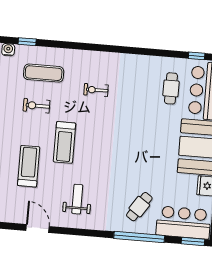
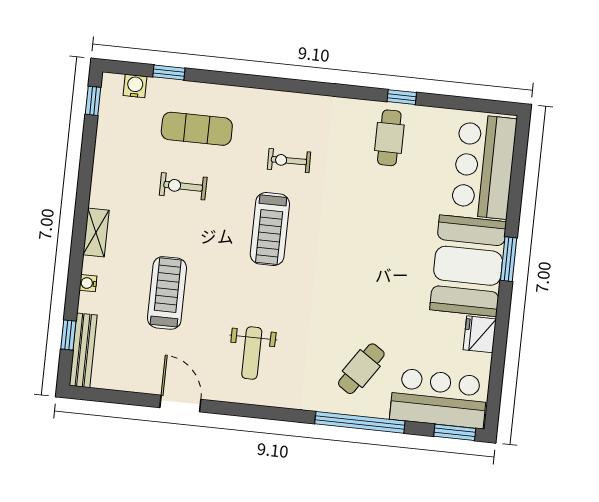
window: (197, 56) -> (402, 97), moved
cafe table: (171, 88) -> (389, 138), moved
treadmill: (64, 142) -> (270, 229), moved
weight bench: (77, 199) -> (252, 353), turned 180

